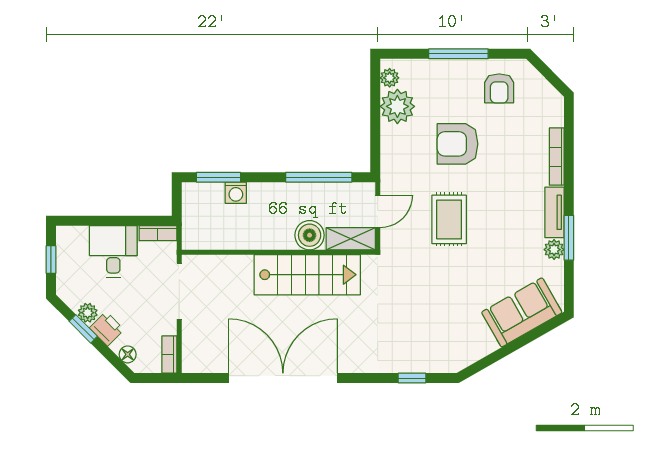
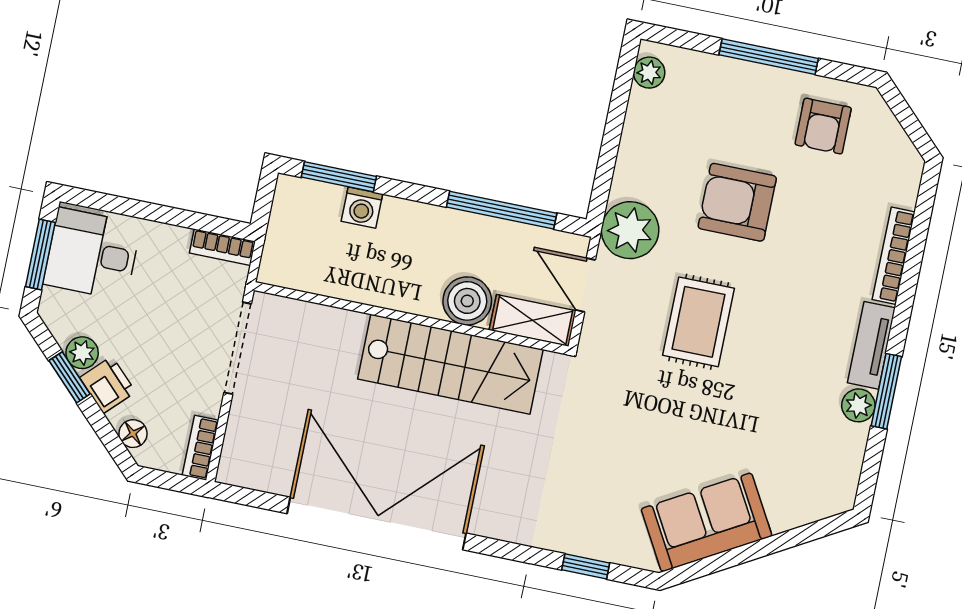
plant: (397, 106) -> (630, 230), moved
door: (378, 211) -> (586, 285), swing flipped
desk: (113, 251) -> (92, 254), moved, turned -90
window: (51, 260) -> (40, 254), width x1.50
sofa: (522, 312) -> (707, 522), moved

